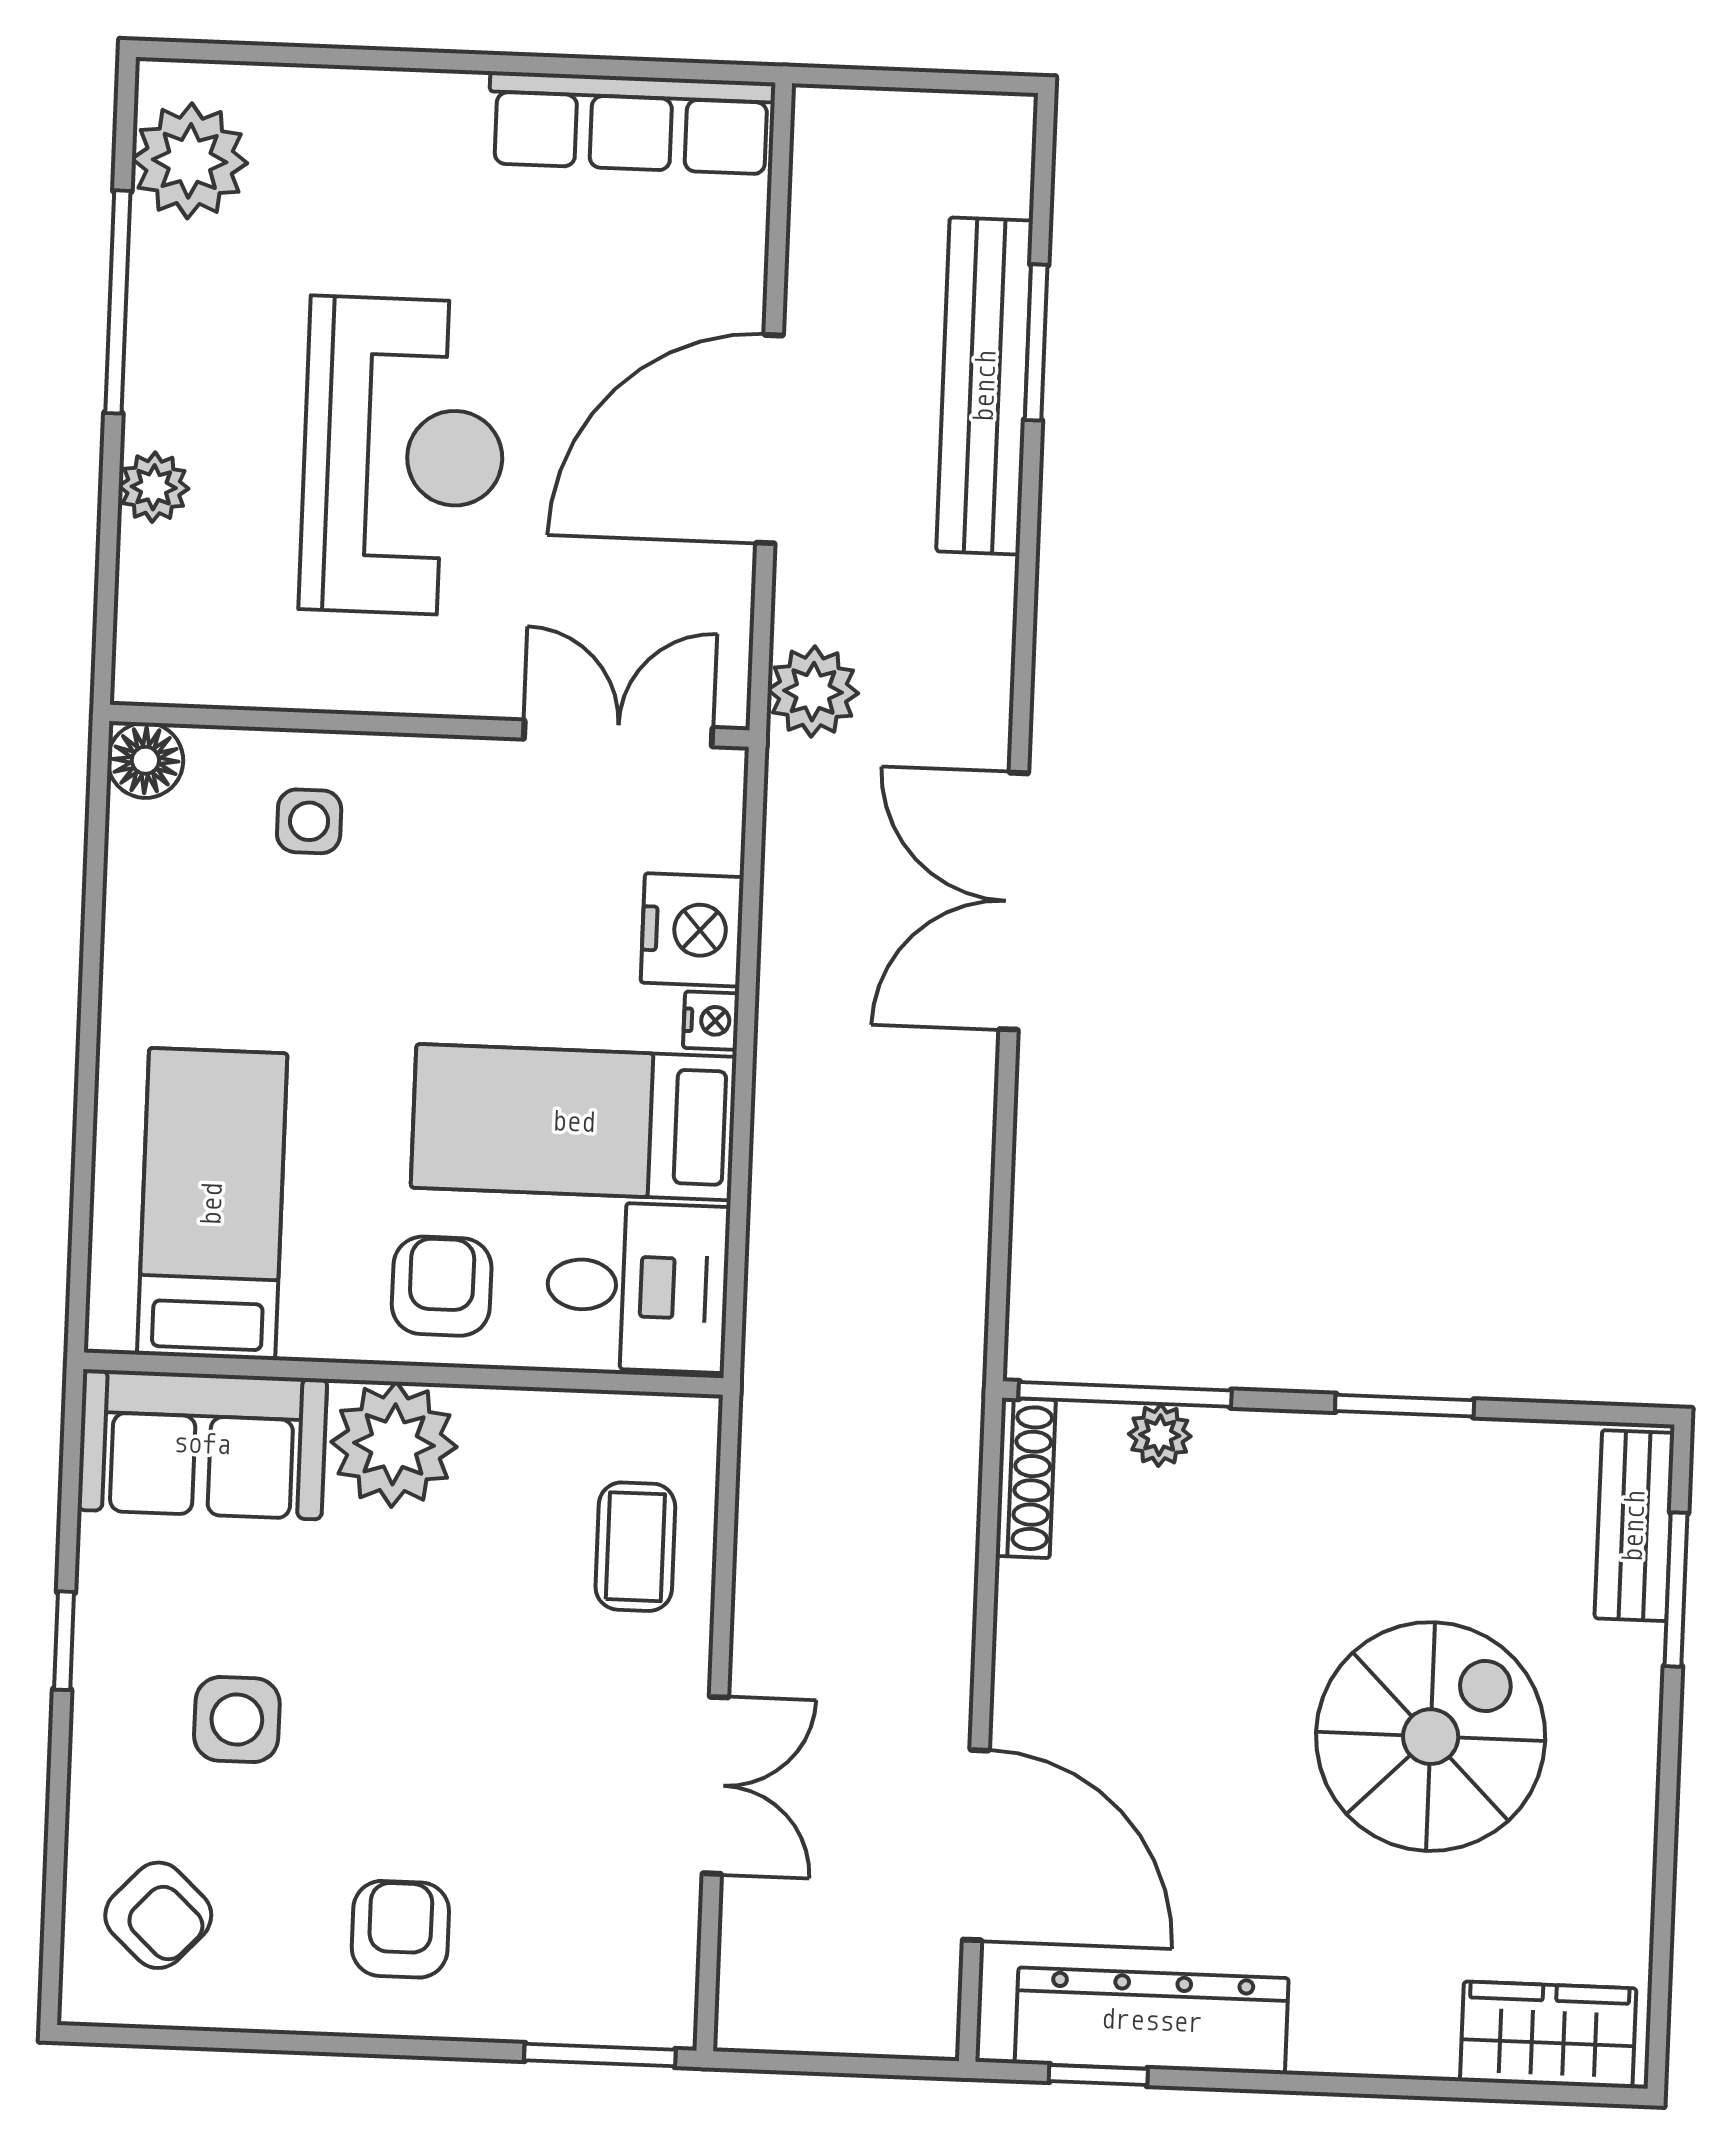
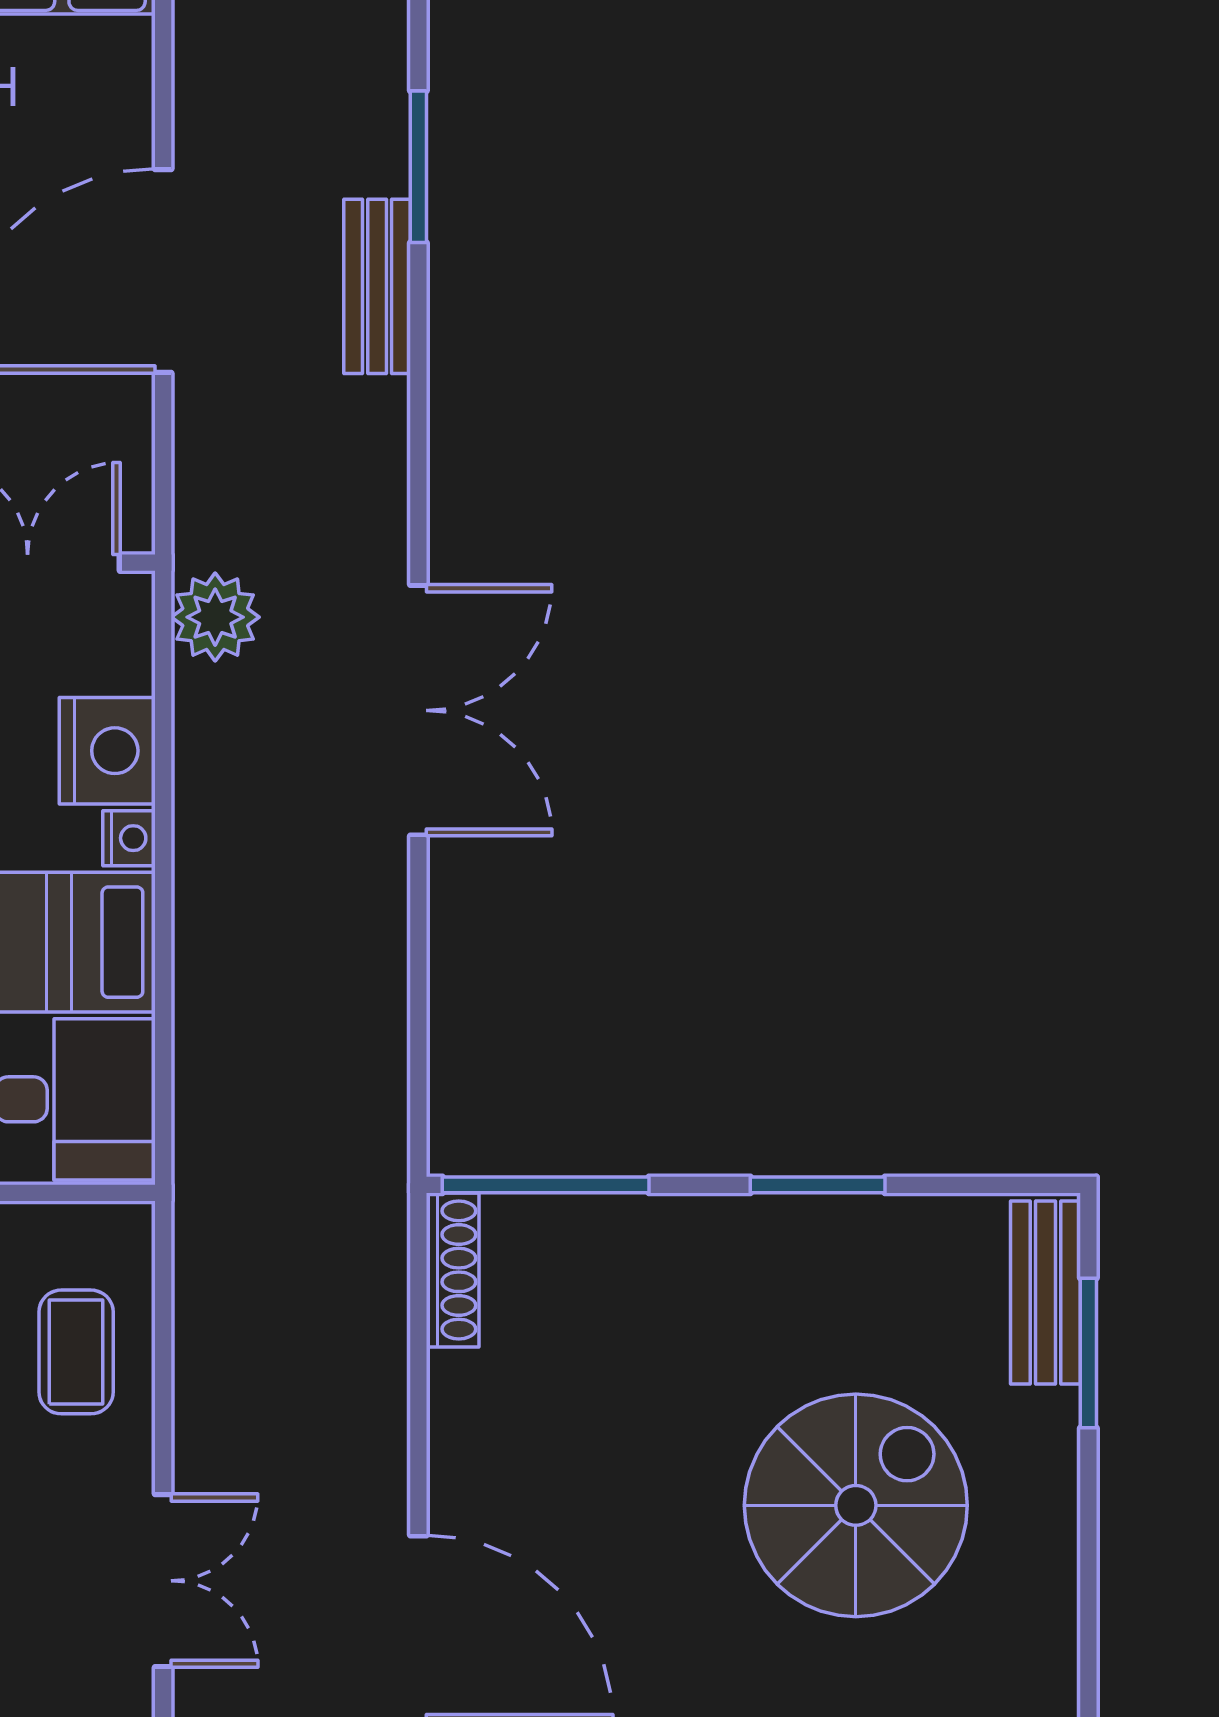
bench: (985, 386) -> (377, 286), width x0.54, depth x0.82
plant: (813, 692) -> (215, 617), moved
double door: (1014, 901) -> (418, 710), swing flipped
plant: (1160, 1435) -> (581, 1223), removed

